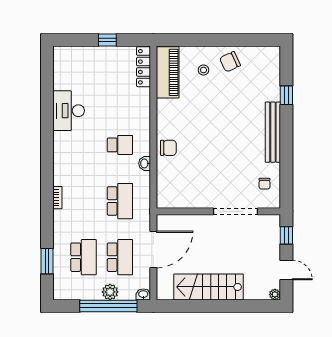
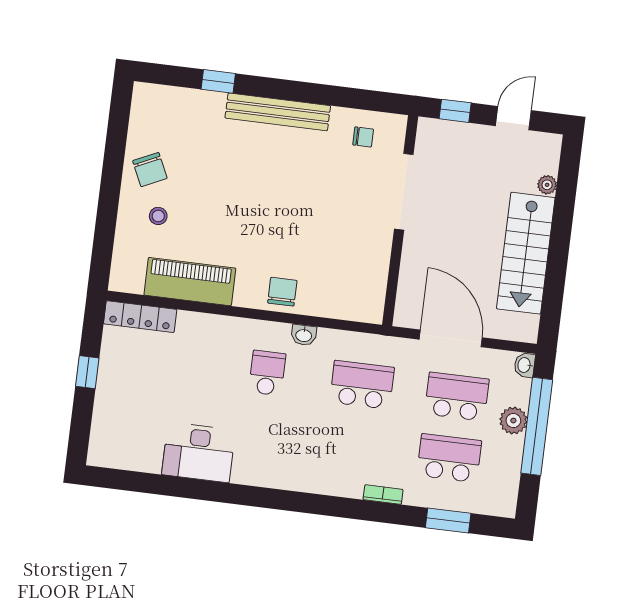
piano: (168, 72) -> (190, 282), moved
bookcase: (57, 198) -> (383, 495), moved
plant: (275, 294) -> (547, 185), moved

